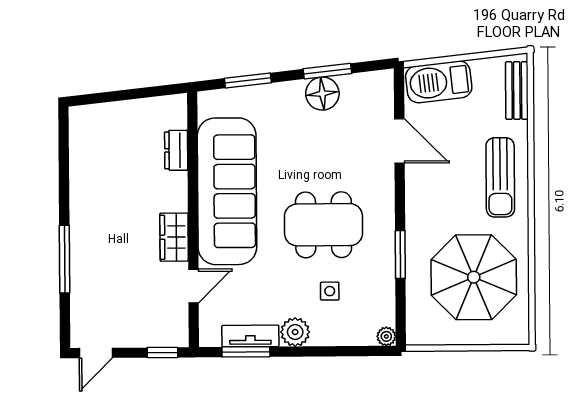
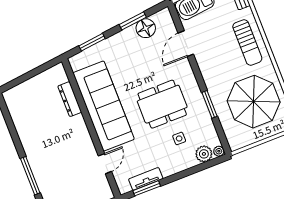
floor lamp: (322, 94) -> (146, 28), moved
door: (399, 141) -> (186, 44), swing flipped
dresser: (176, 150) -> (70, 99), width x1.44
wardrobe: (174, 237) -> (85, 141), removed
plant: (295, 332) -> (204, 154), moved

